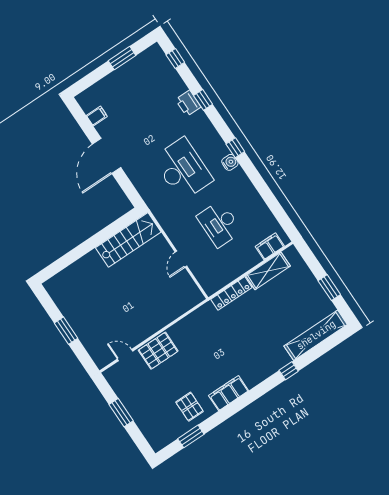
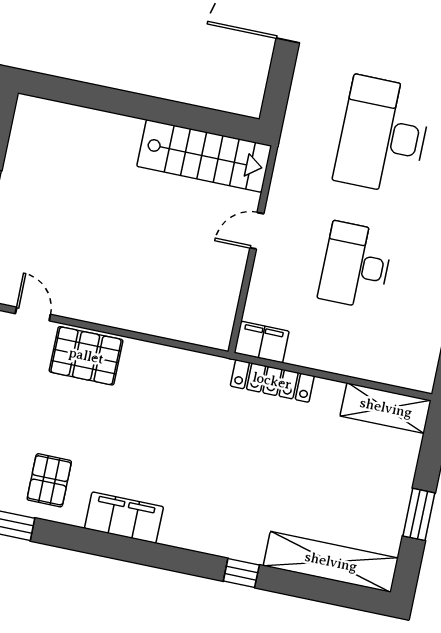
desk: (183, 169) -> (383, 135), turned 180
filing cabinet: (270, 246) -> (262, 342), moved
door: (181, 259) -> (257, 231), moved
shelving: (268, 271) -> (386, 408), moved

